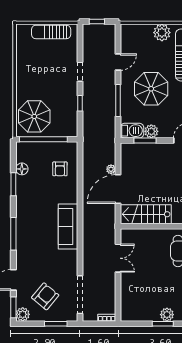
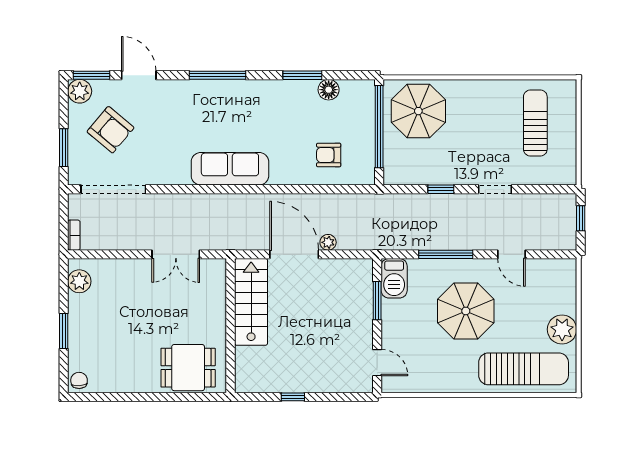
sun lounger: (51, 32) -> (535, 123), moved
plant: (151, 131) -> (393, 311), removed
plant: (167, 315) -> (79, 281), moved

